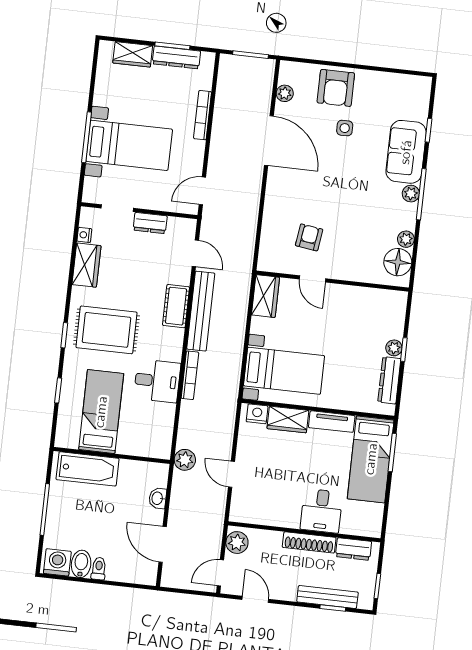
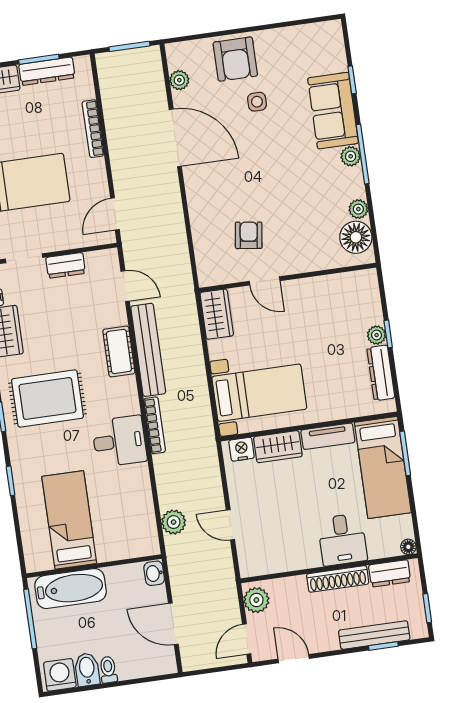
bed: (101, 412) -> (69, 520), moved
wall: (112, 455) -> (94, 566), moved
bathtub: (88, 469) -> (71, 589), moved
floor lamp: (375, 531) -> (408, 547), added

